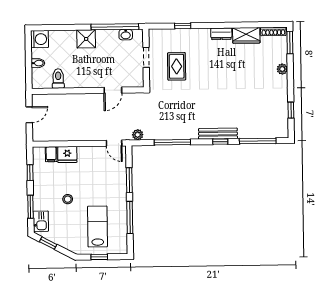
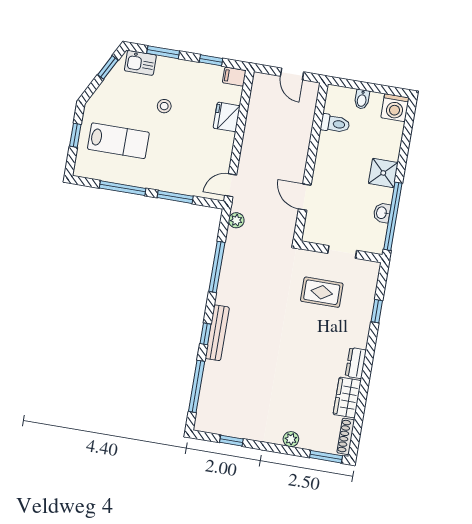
washbasin: (126, 35) -> (382, 213), moved
filing cabinet: (51, 154) -> (234, 77), moved

